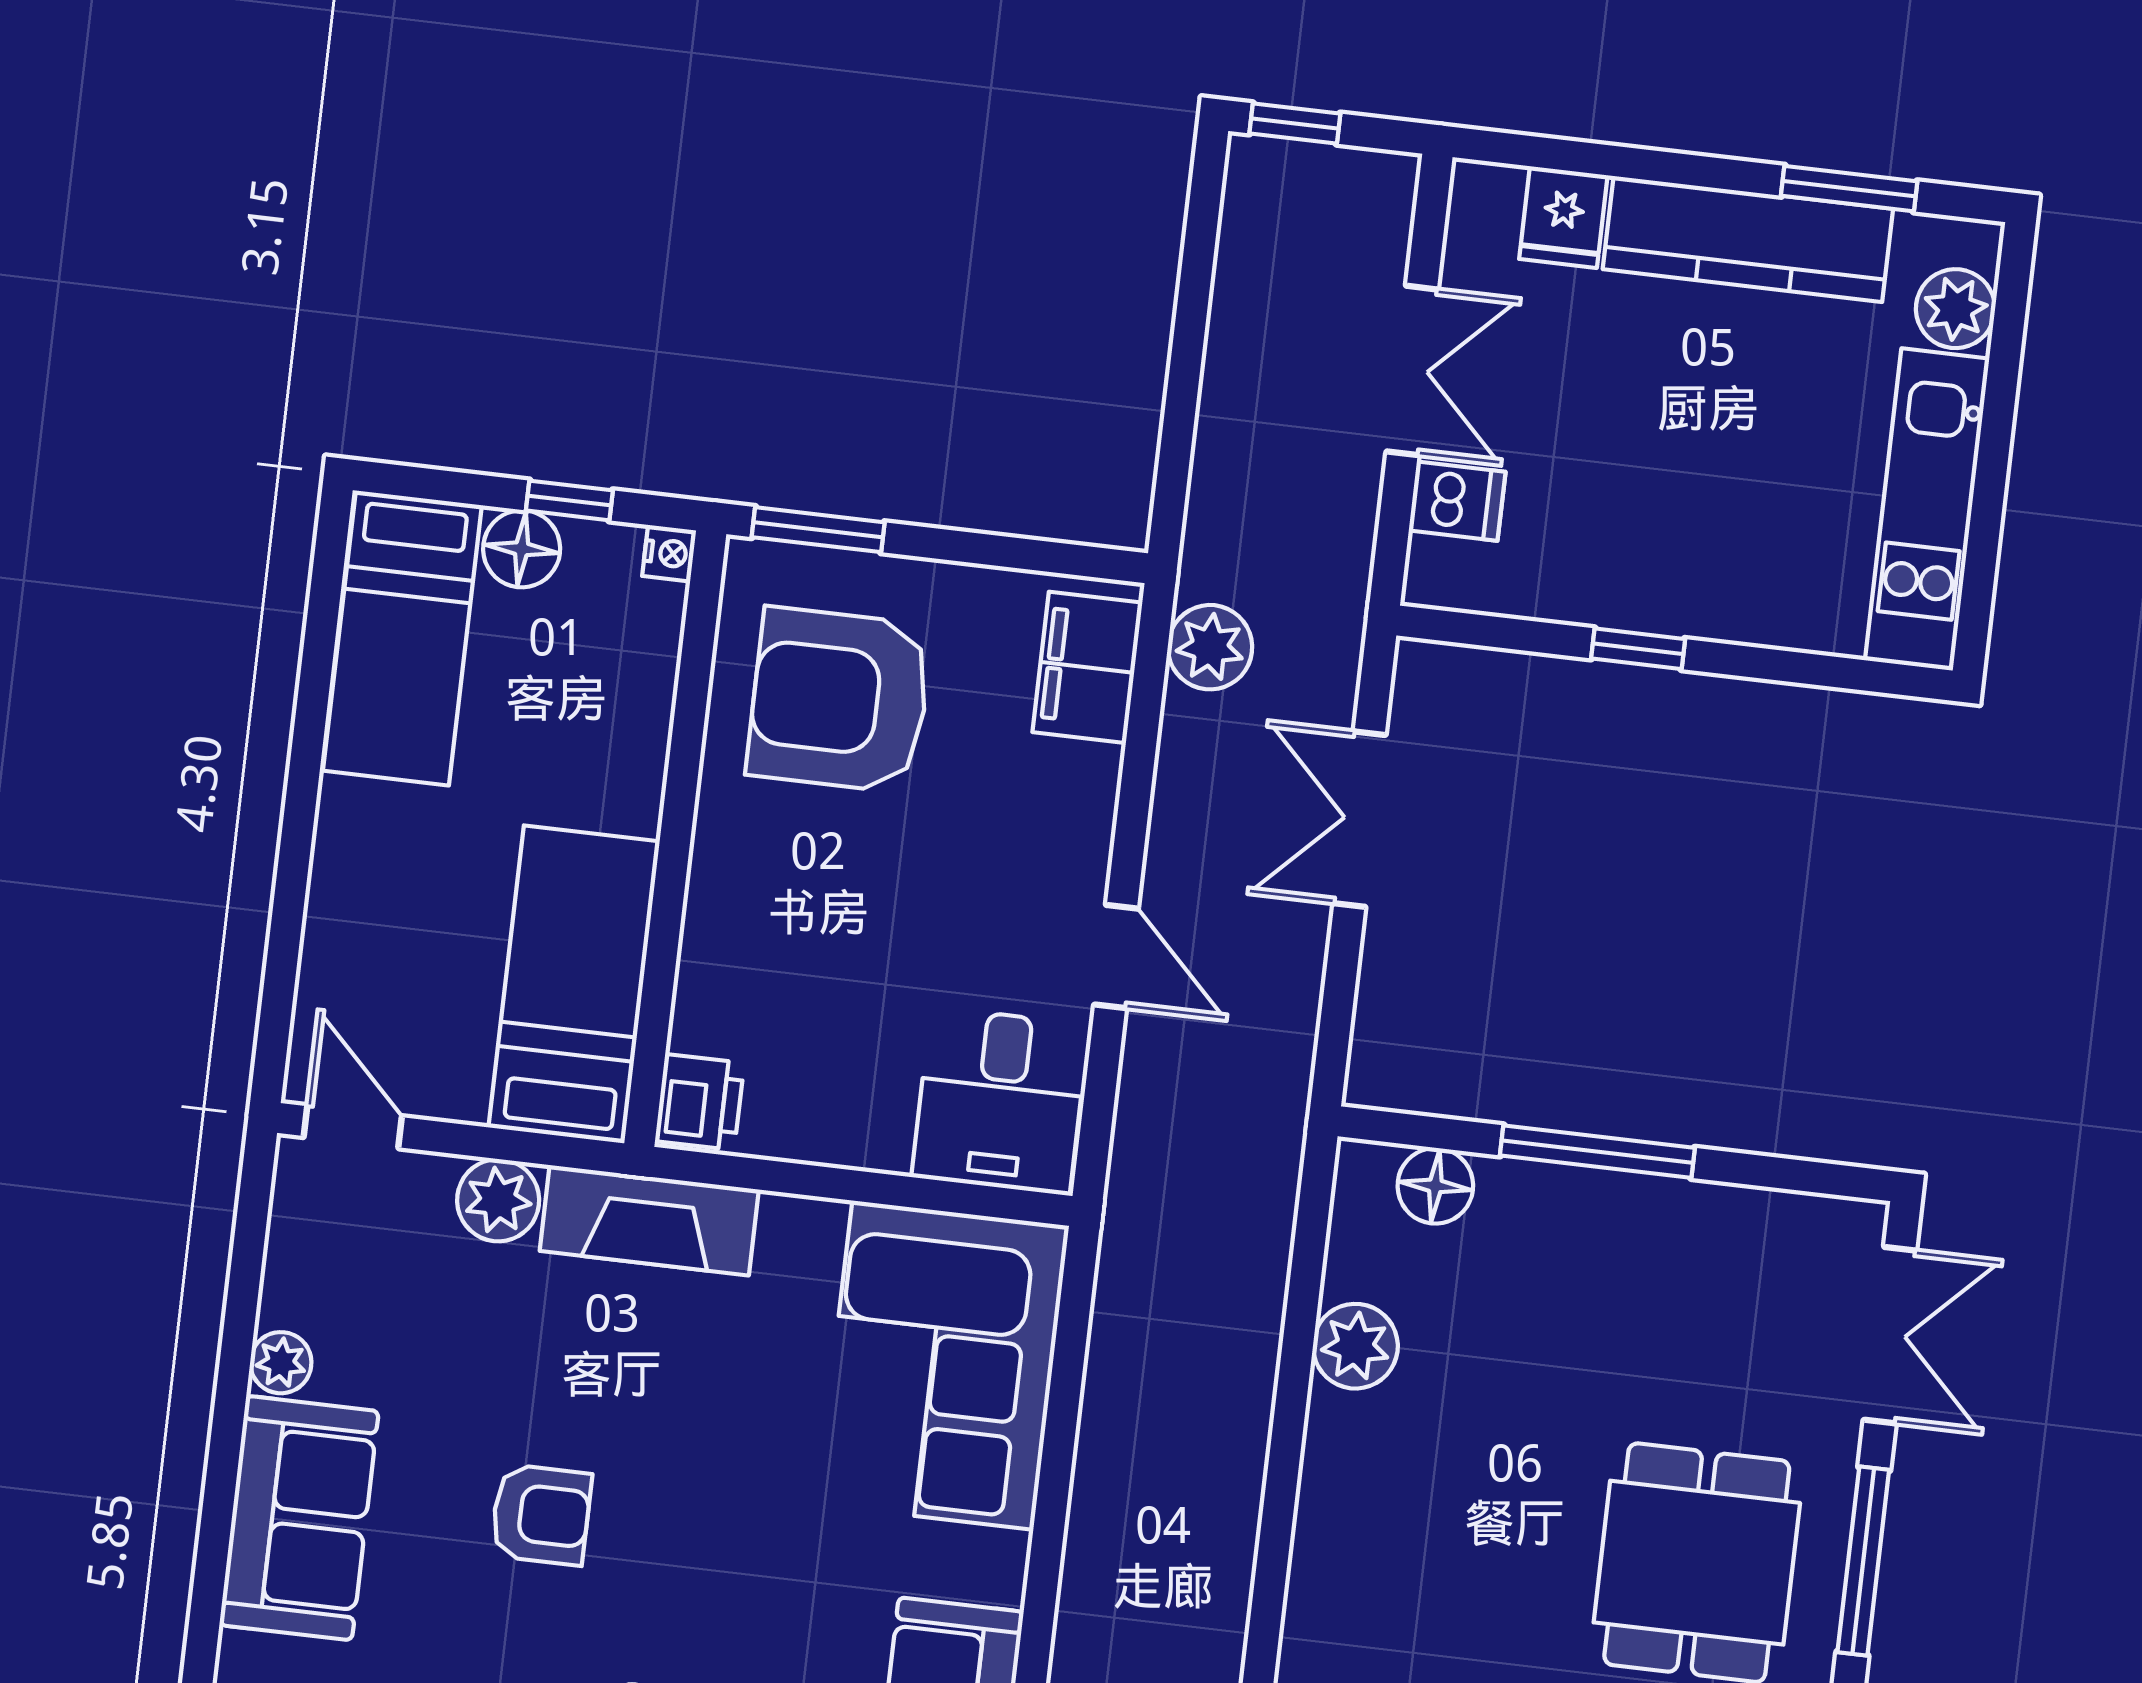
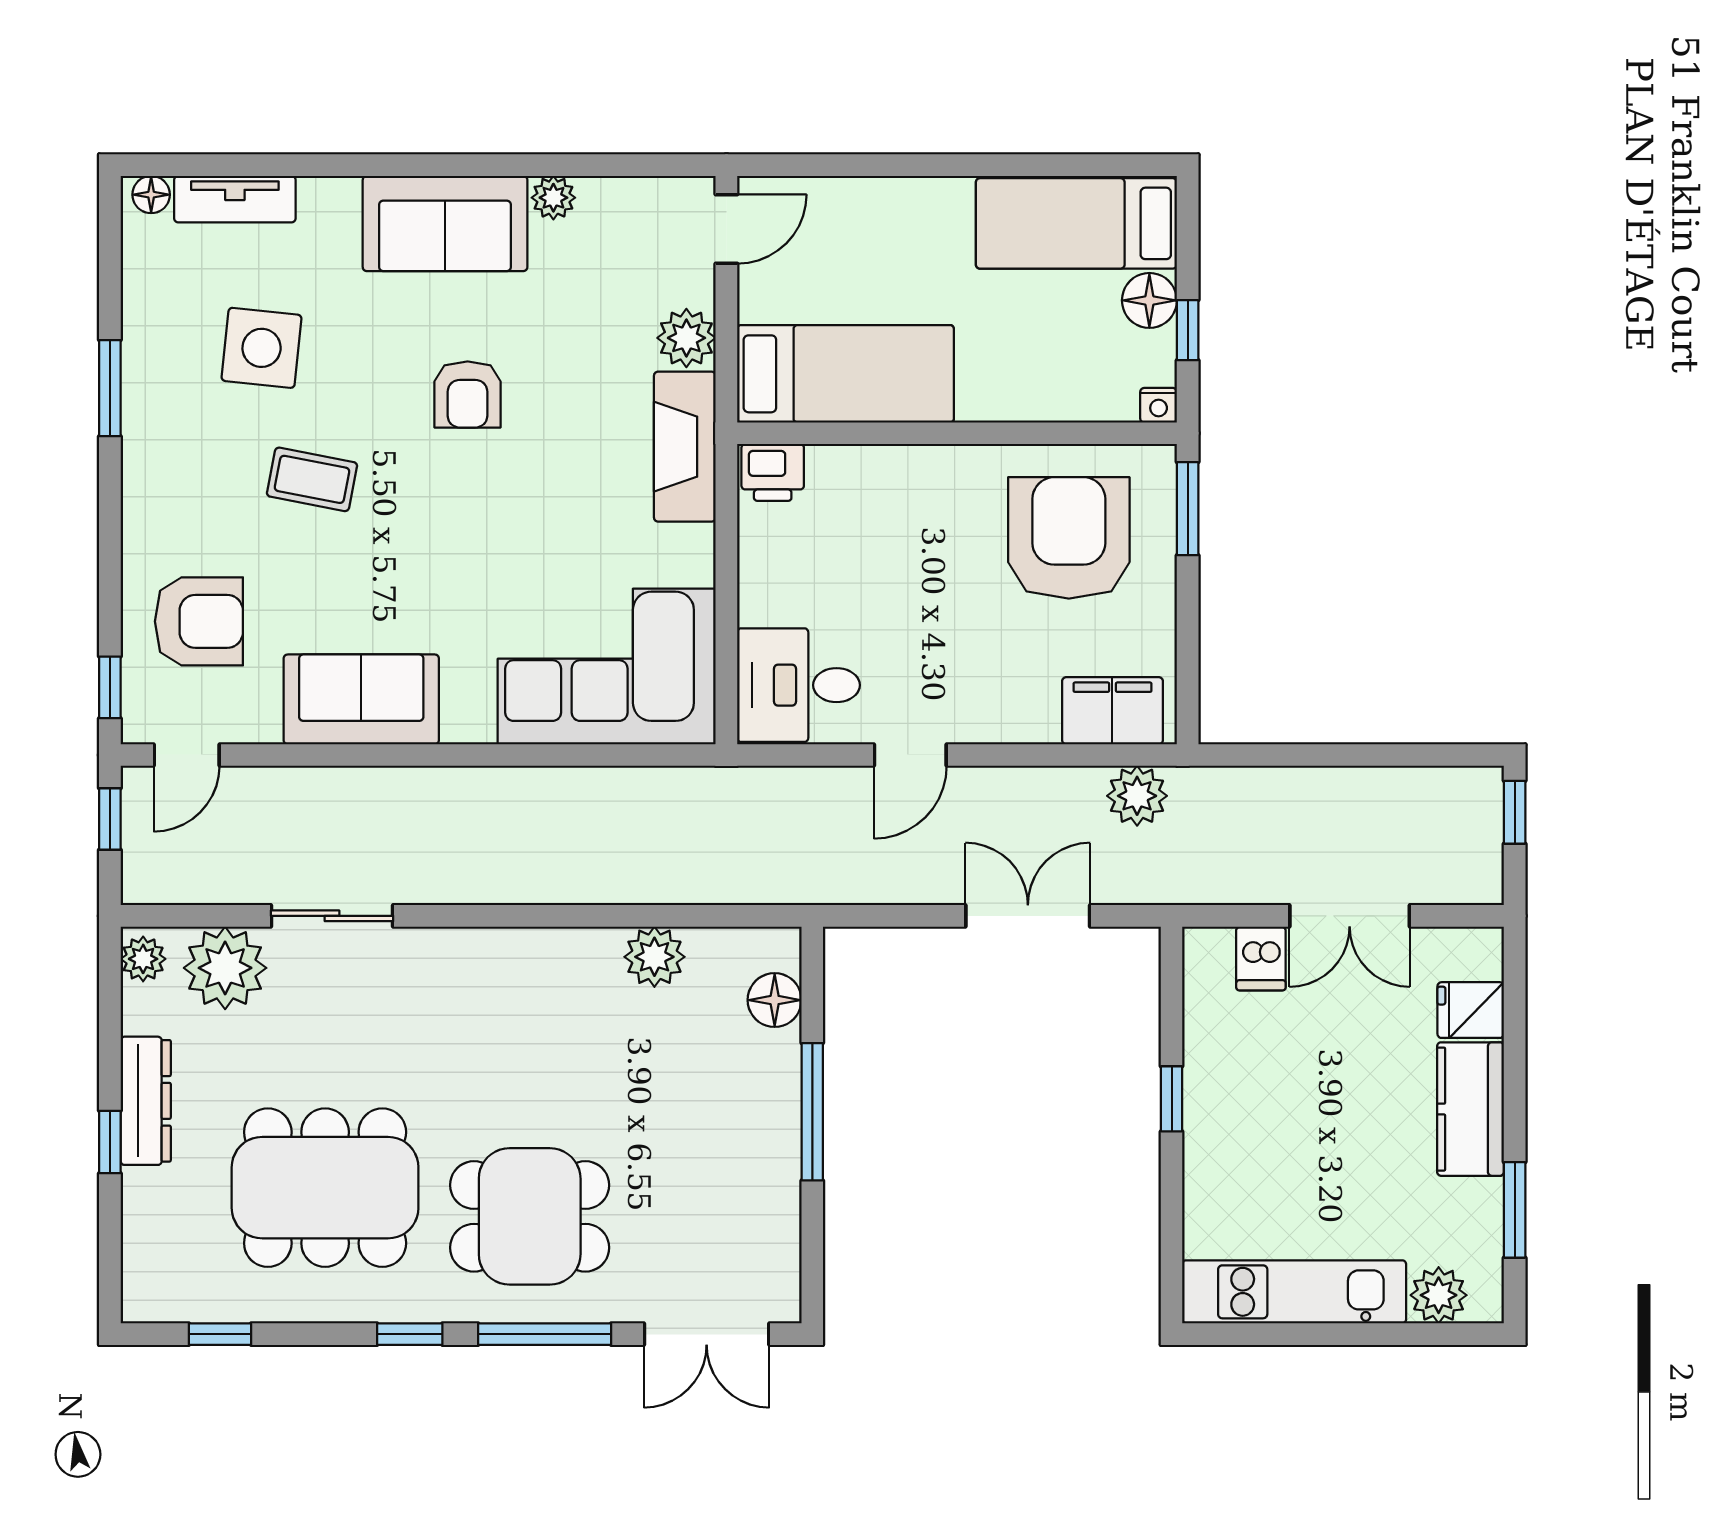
kitchen counter: (1748, 239) -> (1471, 1109), width x0.67

